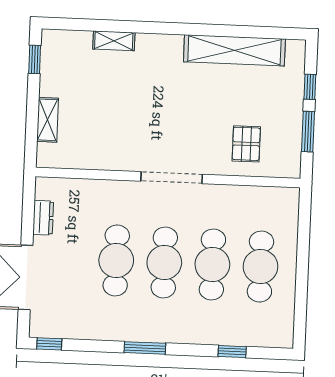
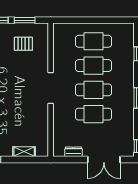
pallet: (246, 144) -> (23, 44), moved

